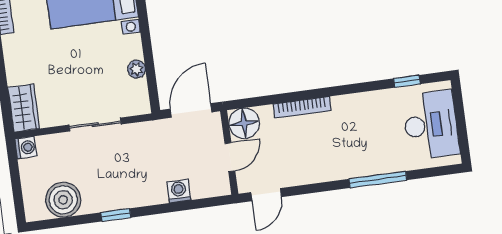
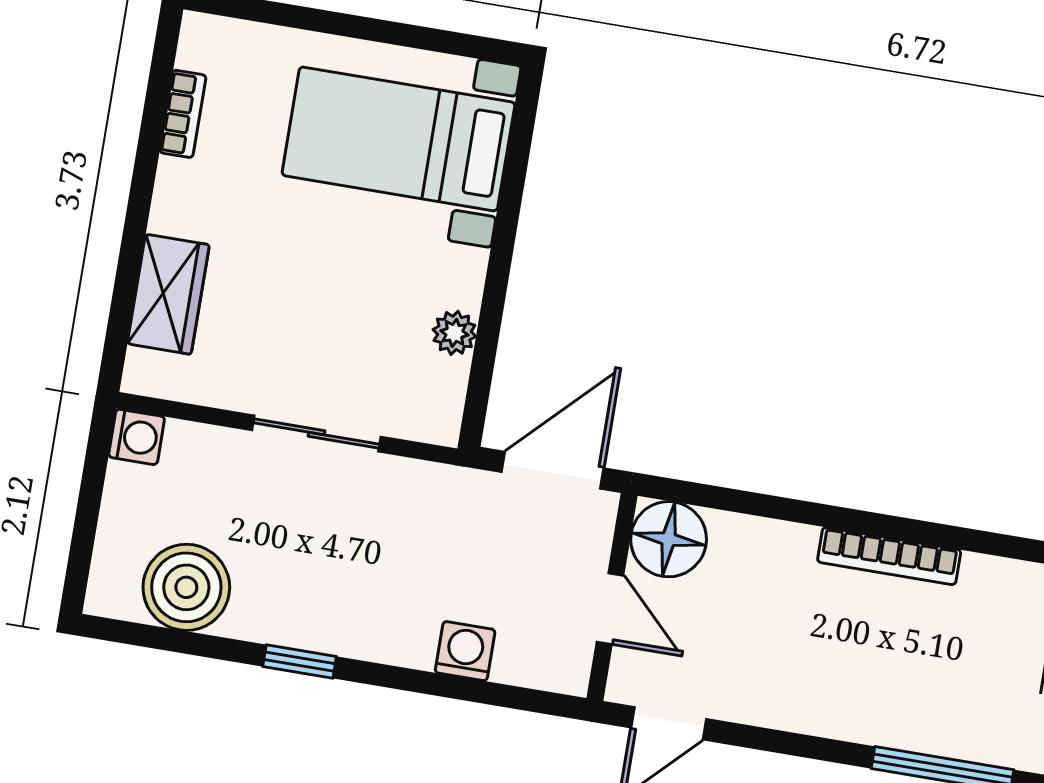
bookcase: (302, 107) -> (889, 556), moved
wardrobe: (24, 108) -> (168, 294), moved
door: (230, 157) -> (610, 609), hinge flipped

